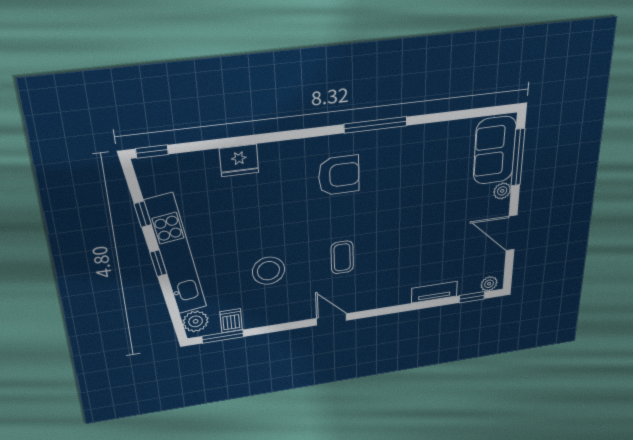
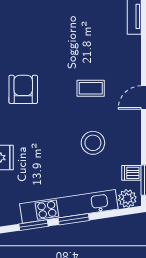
window: (143, 214) -> (34, 225), width x1.50
window: (158, 263) -> (74, 219), width x1.50

